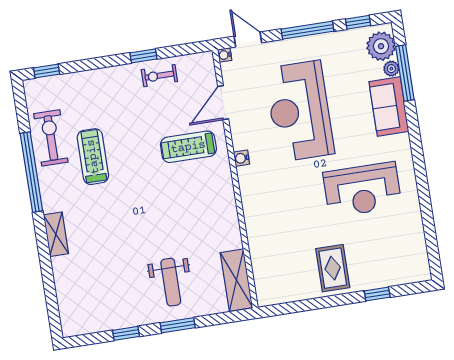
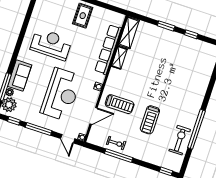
window: (143, 56) -> (119, 156), width x2.17
exercise bike: (51, 138) -> (180, 140), turned 180
treadmill: (93, 157) -> (150, 120), moved
row of seats: (258, 232) -> (108, 49), added
shelving: (56, 234) -> (119, 58), moved
weight bench: (171, 282) -> (159, 47), removed

